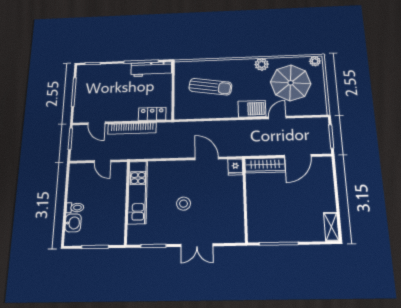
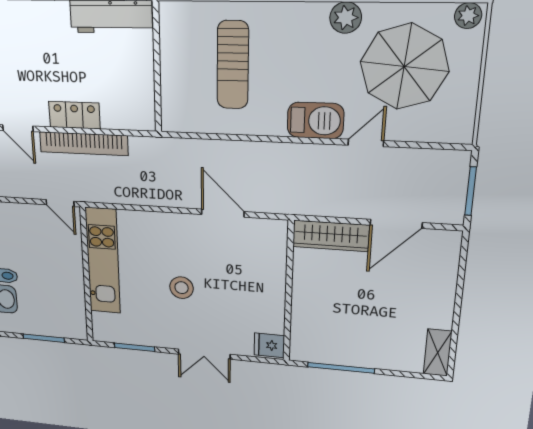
sun lounger: (210, 87) -> (233, 65), turned 81
locker: (152, 114) -> (74, 115), moved
door: (102, 161) -> (60, 203), moved
fridge: (235, 167) -> (269, 345), moved, turned 90

